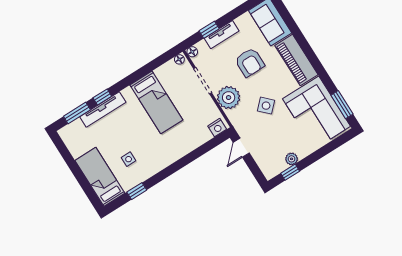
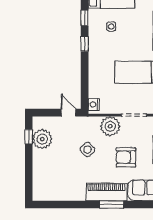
window: (342, 105) -> (112, 205), moved
corner sofa: (317, 113) -> (60, 183), removed
plant: (292, 159) -> (42, 139), width x1.88, depth x1.88
window: (162, 175) -> (85, 44), added

